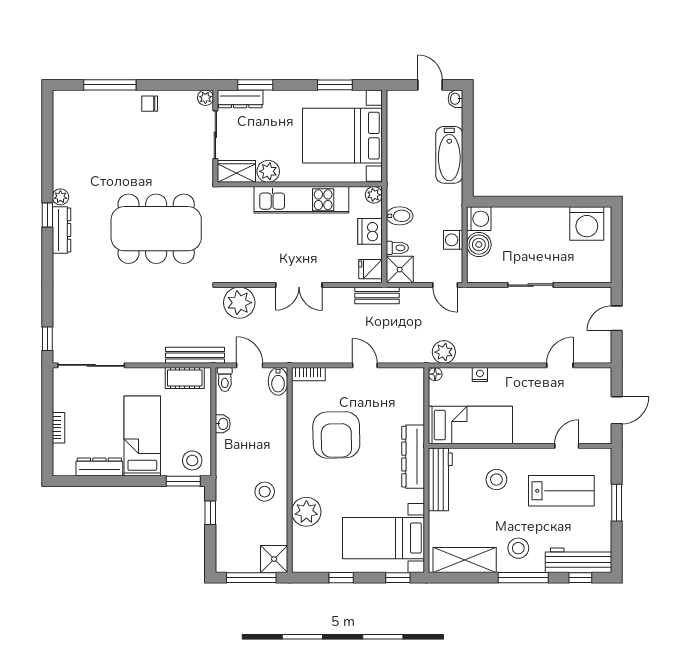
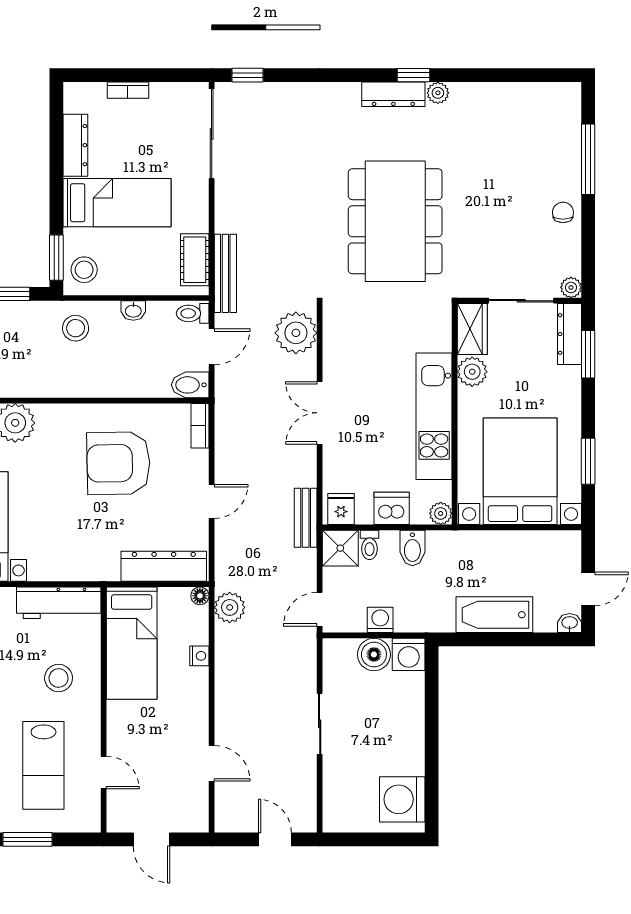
dresser: (413, 457) -> (164, 566), moved
stool: (265, 492) -> (76, 328), moved

